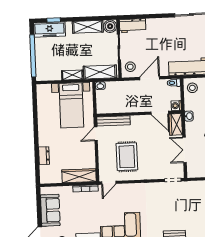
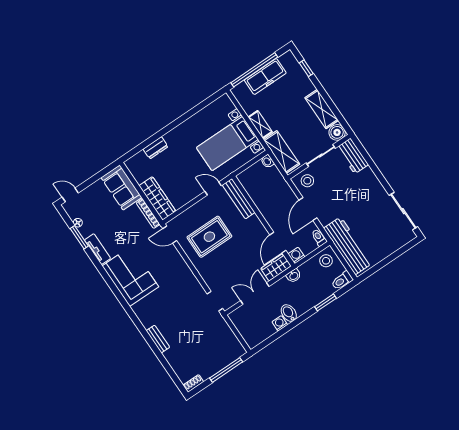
freezer: (49, 30) -> (265, 77), moved, turned -90
door: (150, 78) -> (308, 209), swing flipped
sofa: (50, 210) -> (122, 188), moved, turned 90

